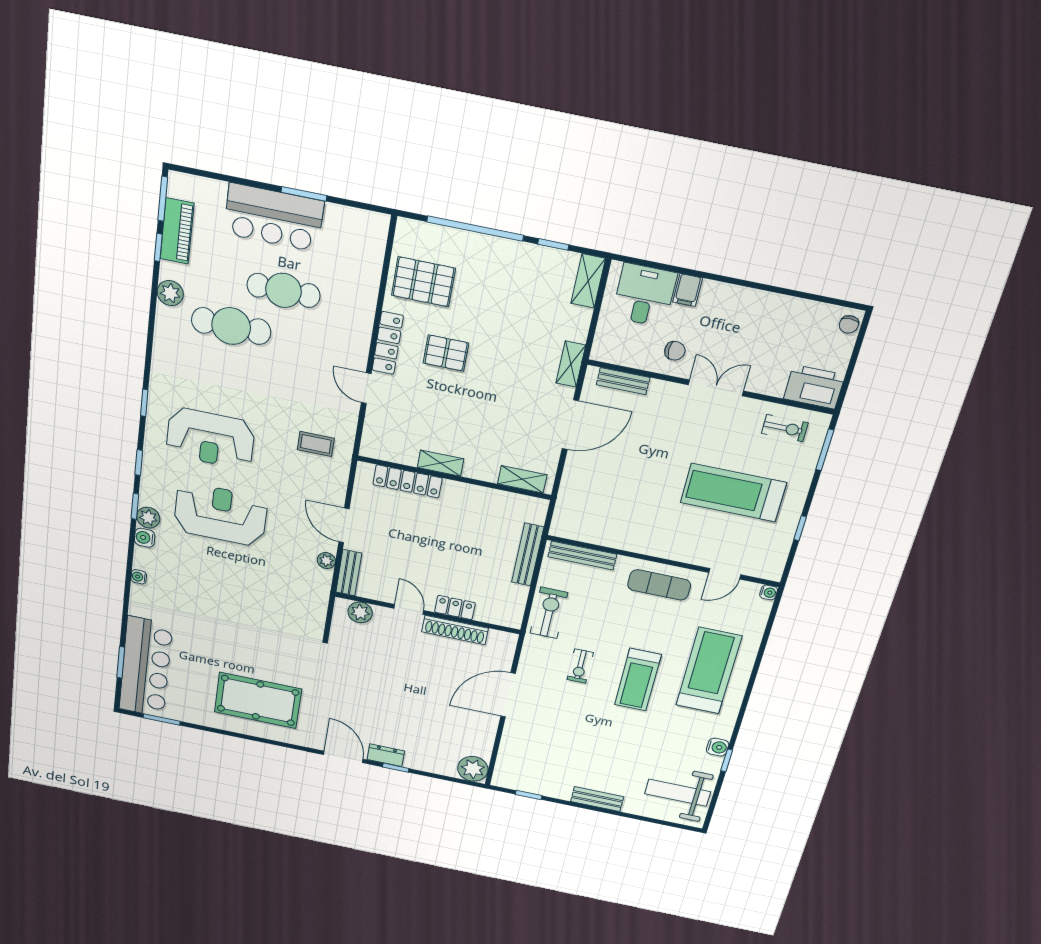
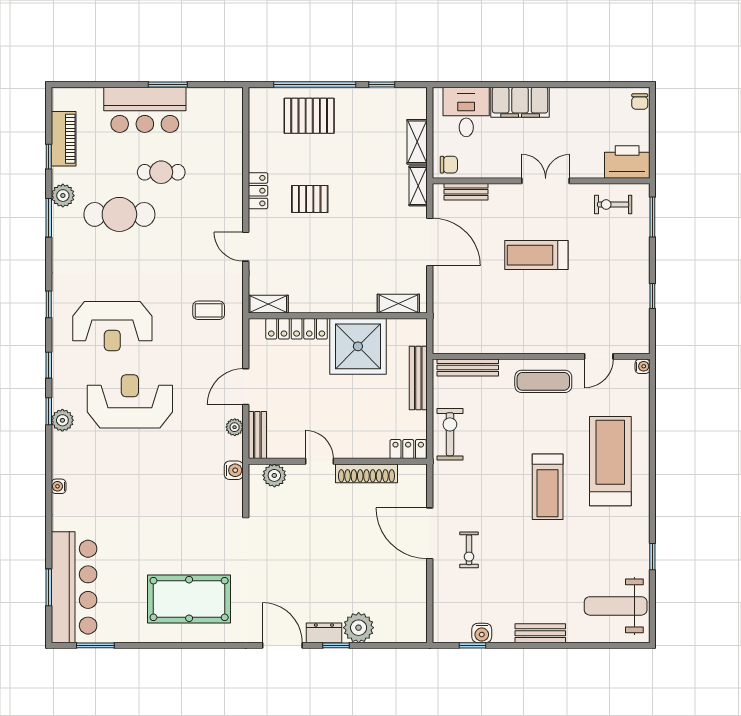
window: (163, 199) -> (49, 218), moved
shelving: (588, 281) -> (417, 142), moved
pallet: (423, 282) -> (309, 116), moved
cafe table: (283, 290) -> (161, 172), width x0.73, depth x0.74
filing cabinet: (688, 290) -> (520, 102), width x3.00, depth x1.17
locker: (388, 343) -> (258, 191), width x0.66
chair: (675, 351) -> (449, 165), moved
door: (570, 425) -> (430, 242), hinge flipped
exercise bike: (785, 428) -> (613, 204), turned 180
shelving: (441, 463) -> (268, 304), moved
treadmill: (733, 493) -> (536, 255), moved, width x0.73, depth x0.73
shower: (470, 512) -> (358, 346), added
door: (344, 525) -> (246, 387), hinge flipped
water cooler: (145, 538) -> (234, 470), moved, turned 180
locker: (455, 607) -> (408, 449), moved
exercise bike: (580, 666) -> (469, 550), moved
door: (508, 695) -> (430, 533), hinge flipped
water cooler: (718, 747) -> (482, 633), moved, turned 90
plant: (473, 769) -> (359, 628), moved

